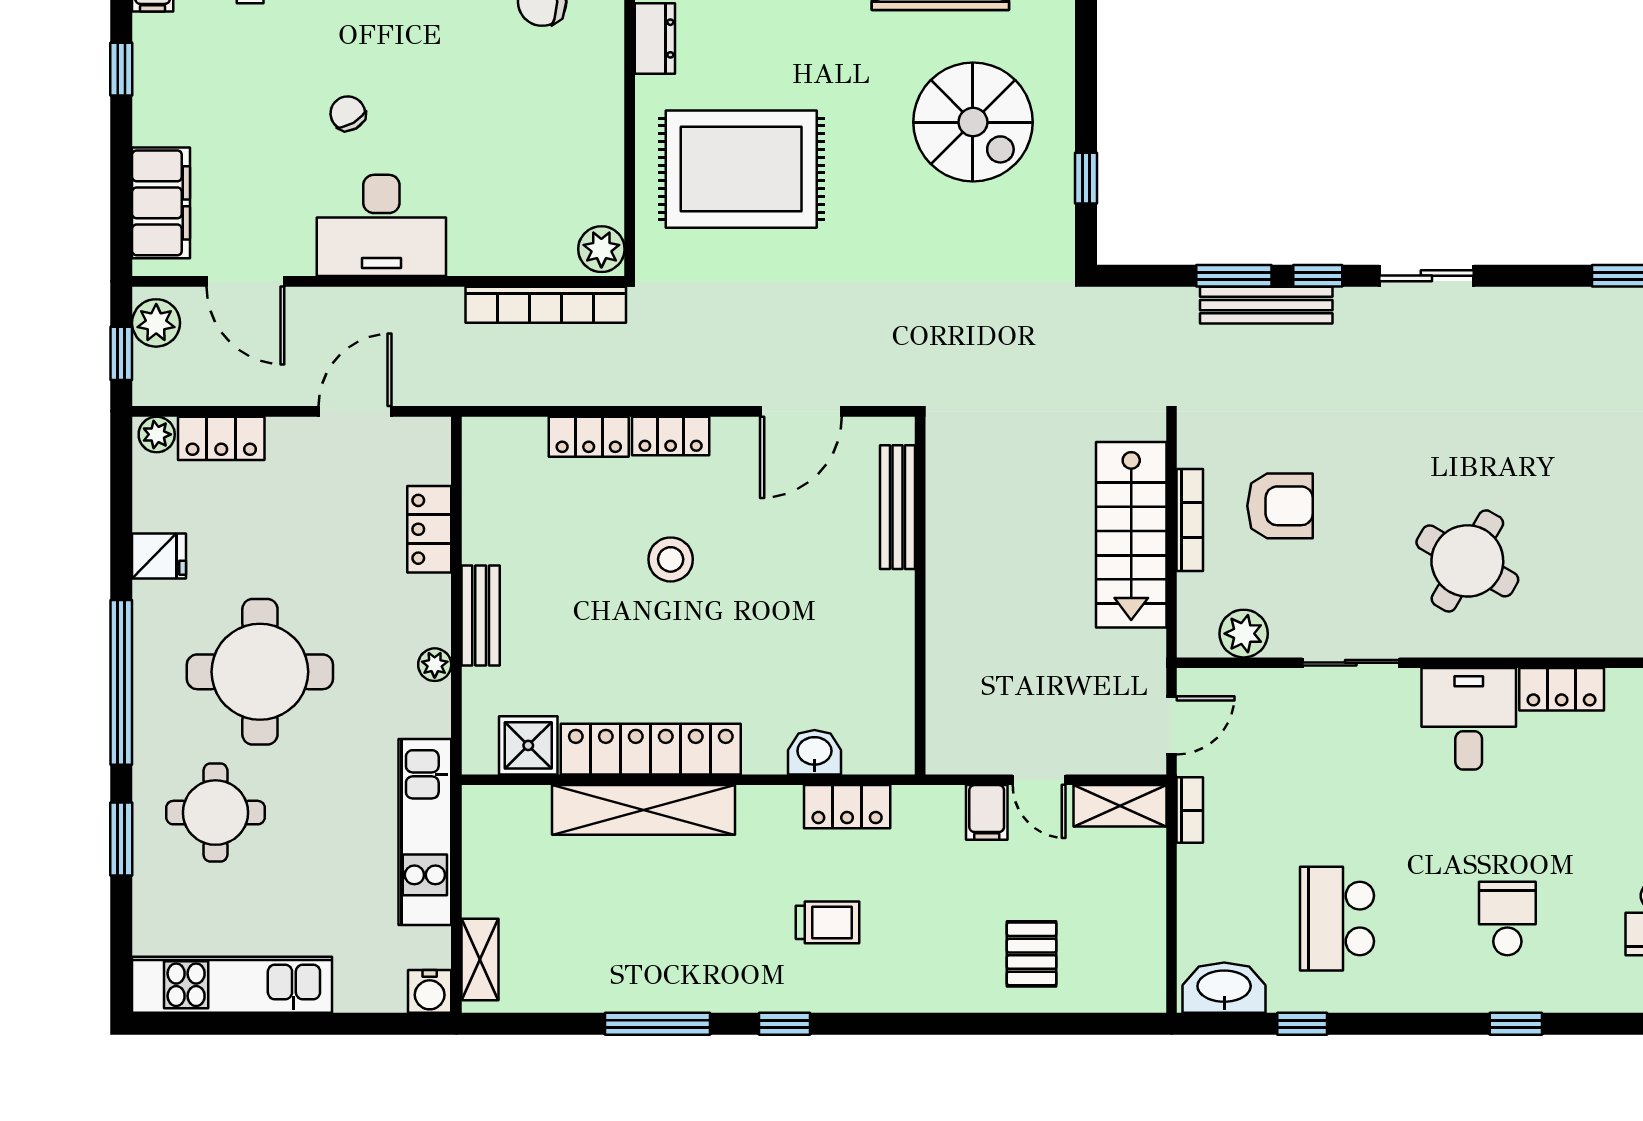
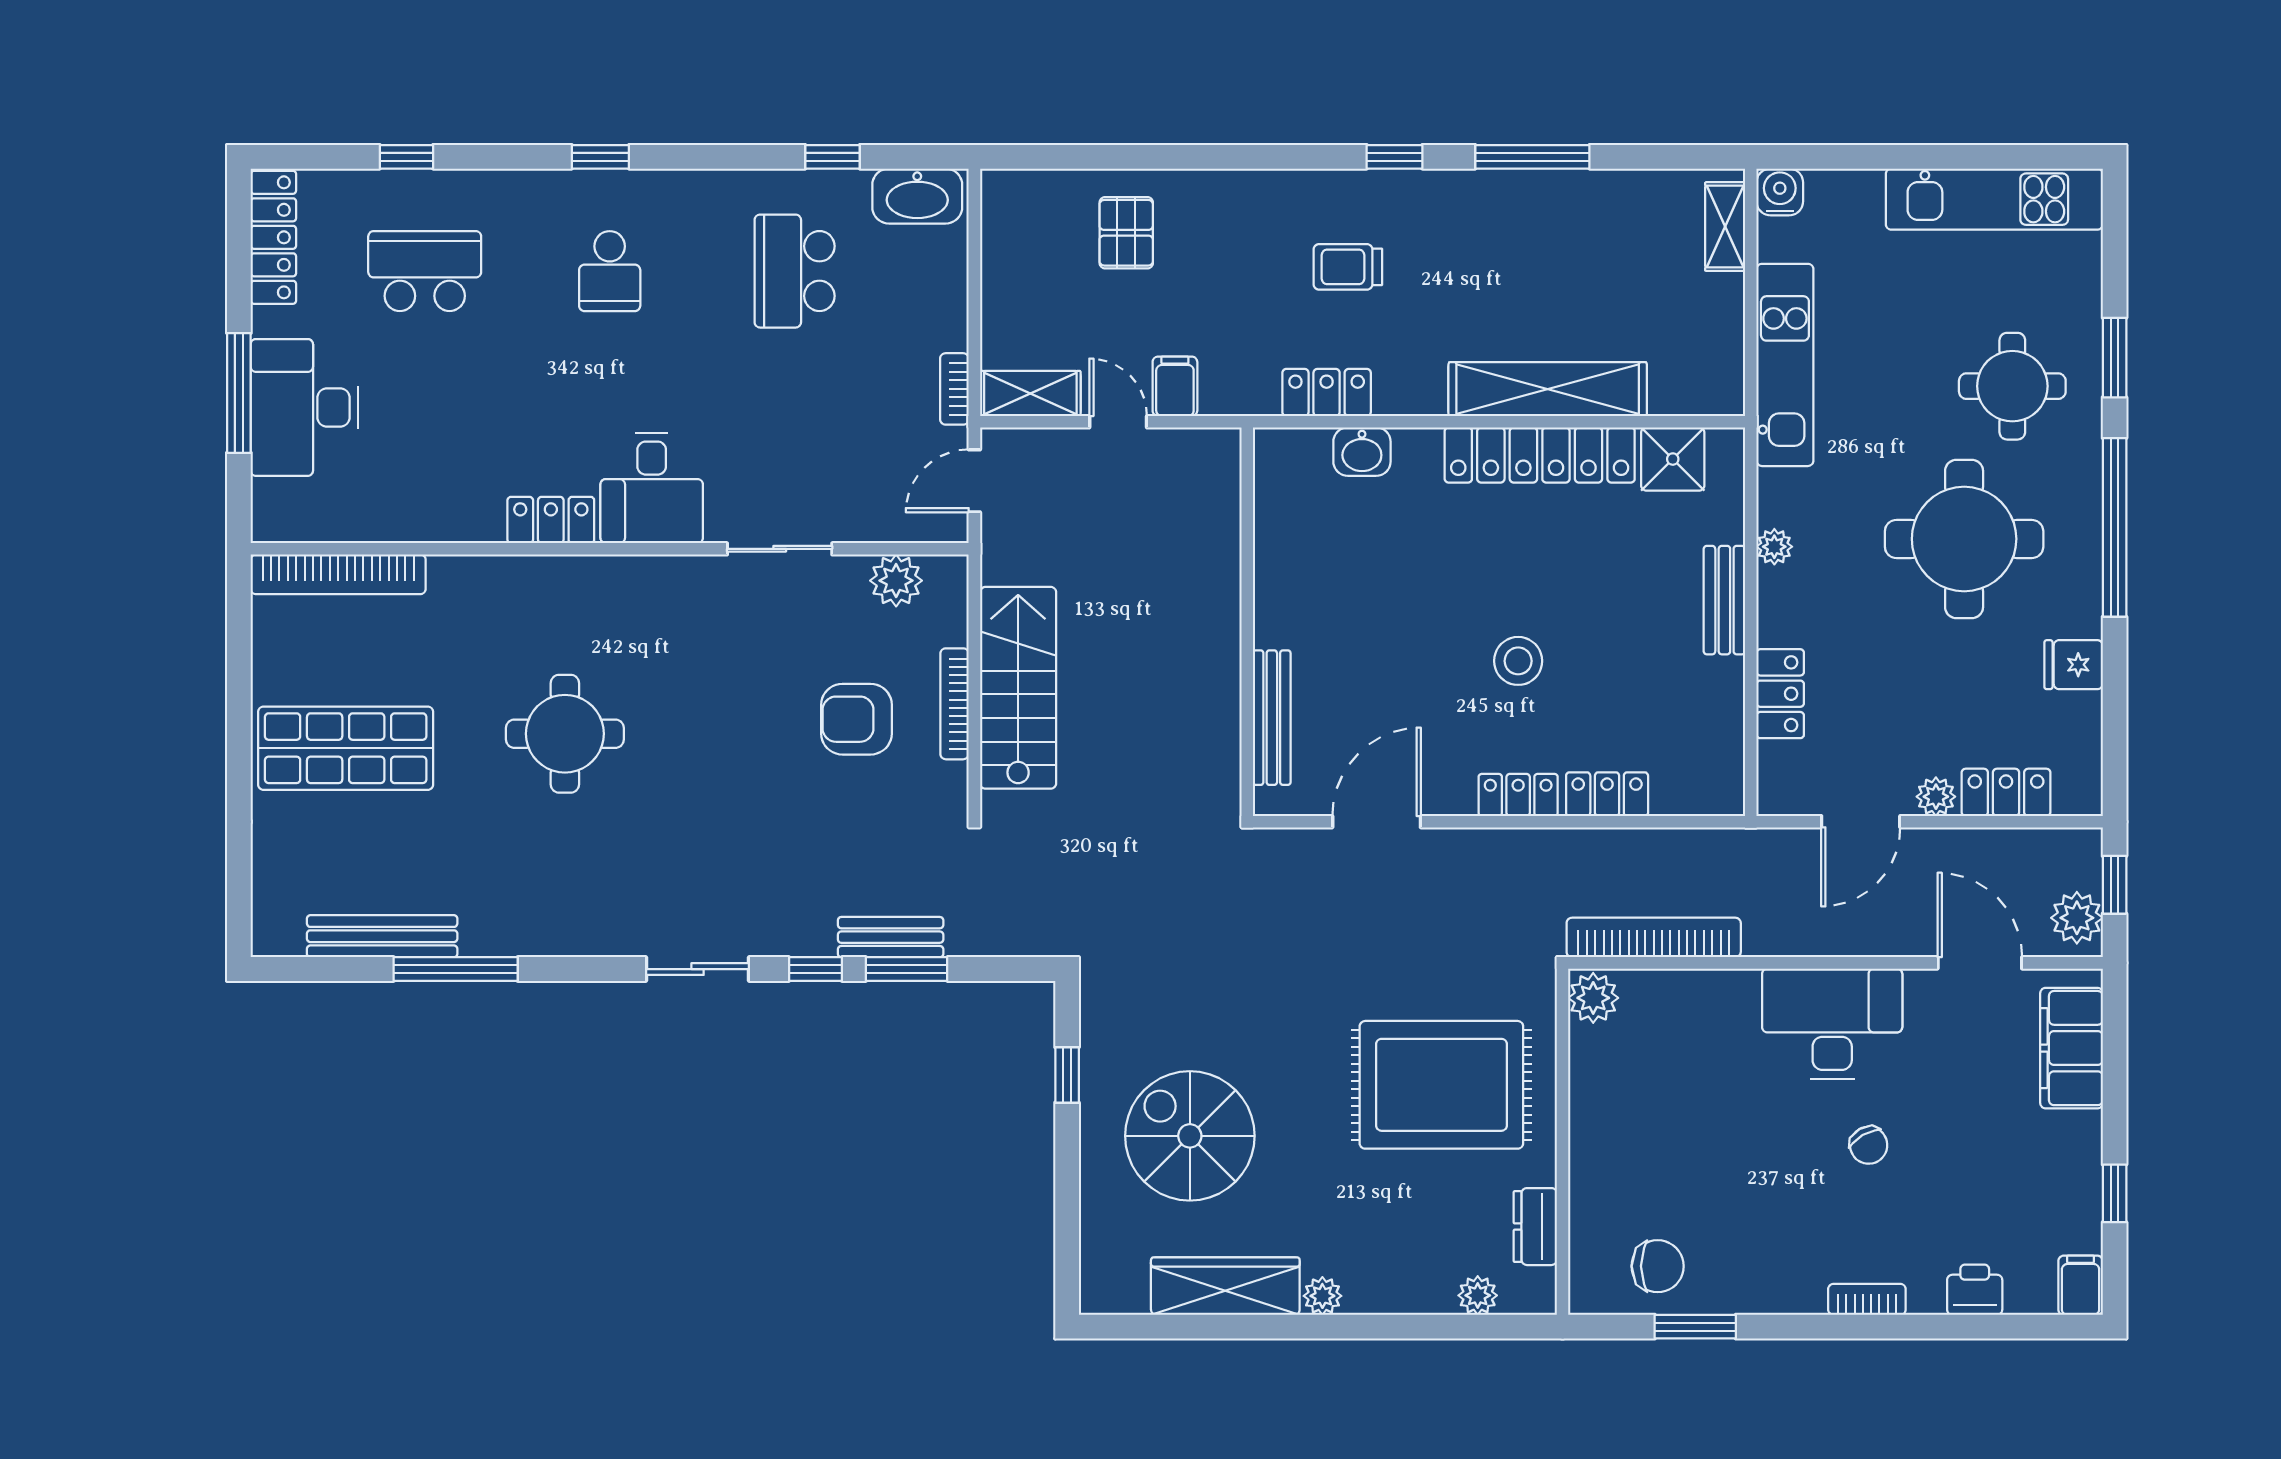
bench: (1266, 305) -> (891, 937), width x0.73
plant: (157, 434) -> (1936, 797), moved
round table: (1467, 561) -> (565, 734), moved, turned -30
school desk: (1337, 919) -> (795, 271), turned 180

